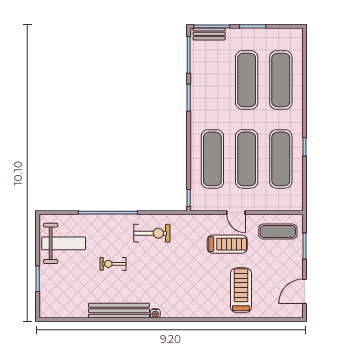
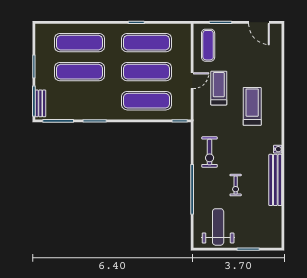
exercise bike: (152, 233) -> (210, 152), turned 180
treadmill: (241, 290) -> (252, 106), moved, turned 90

